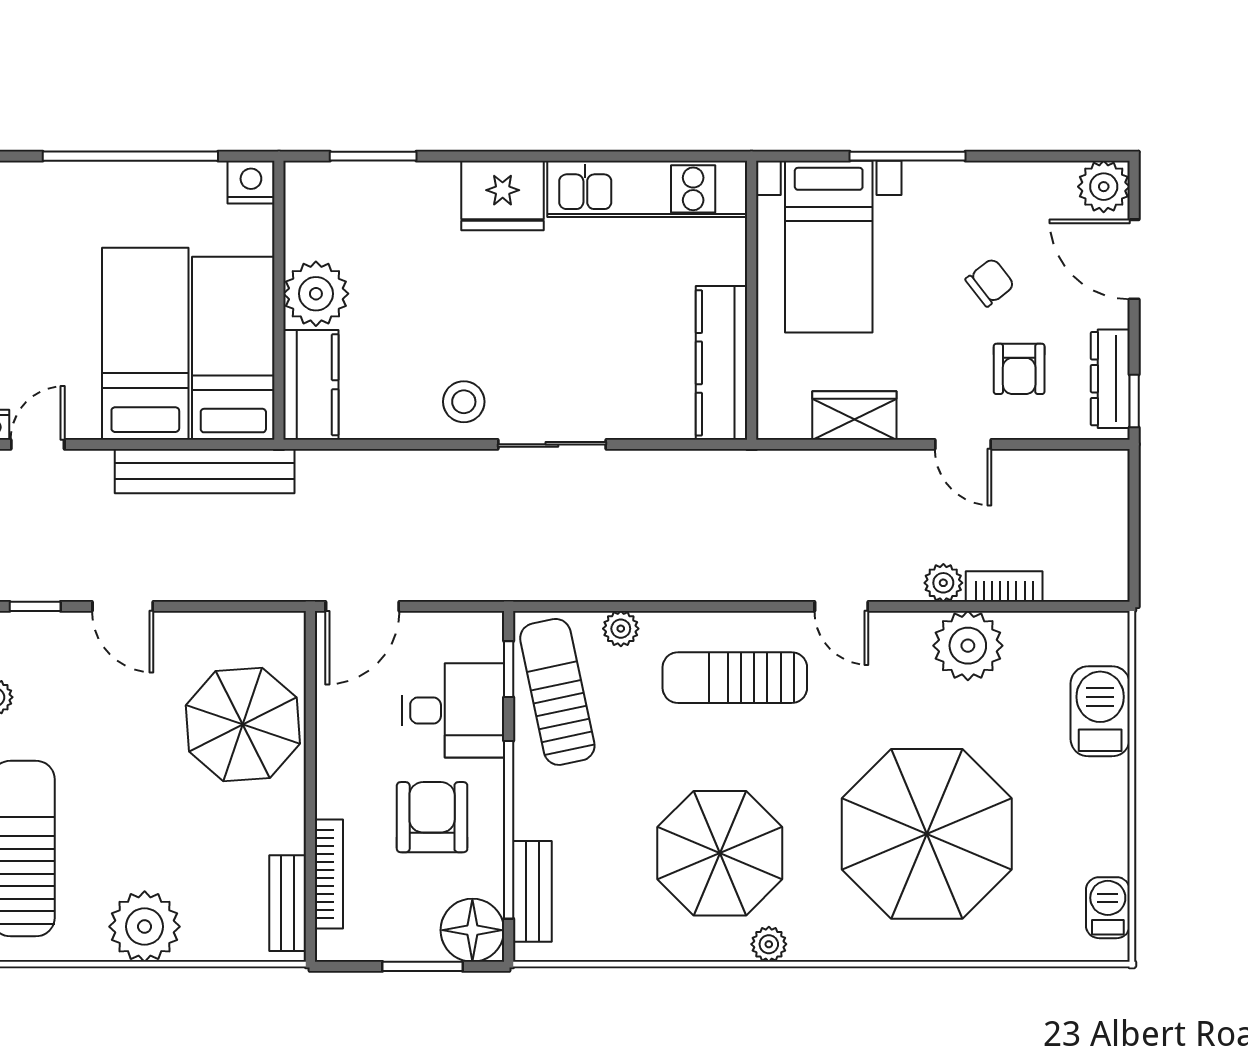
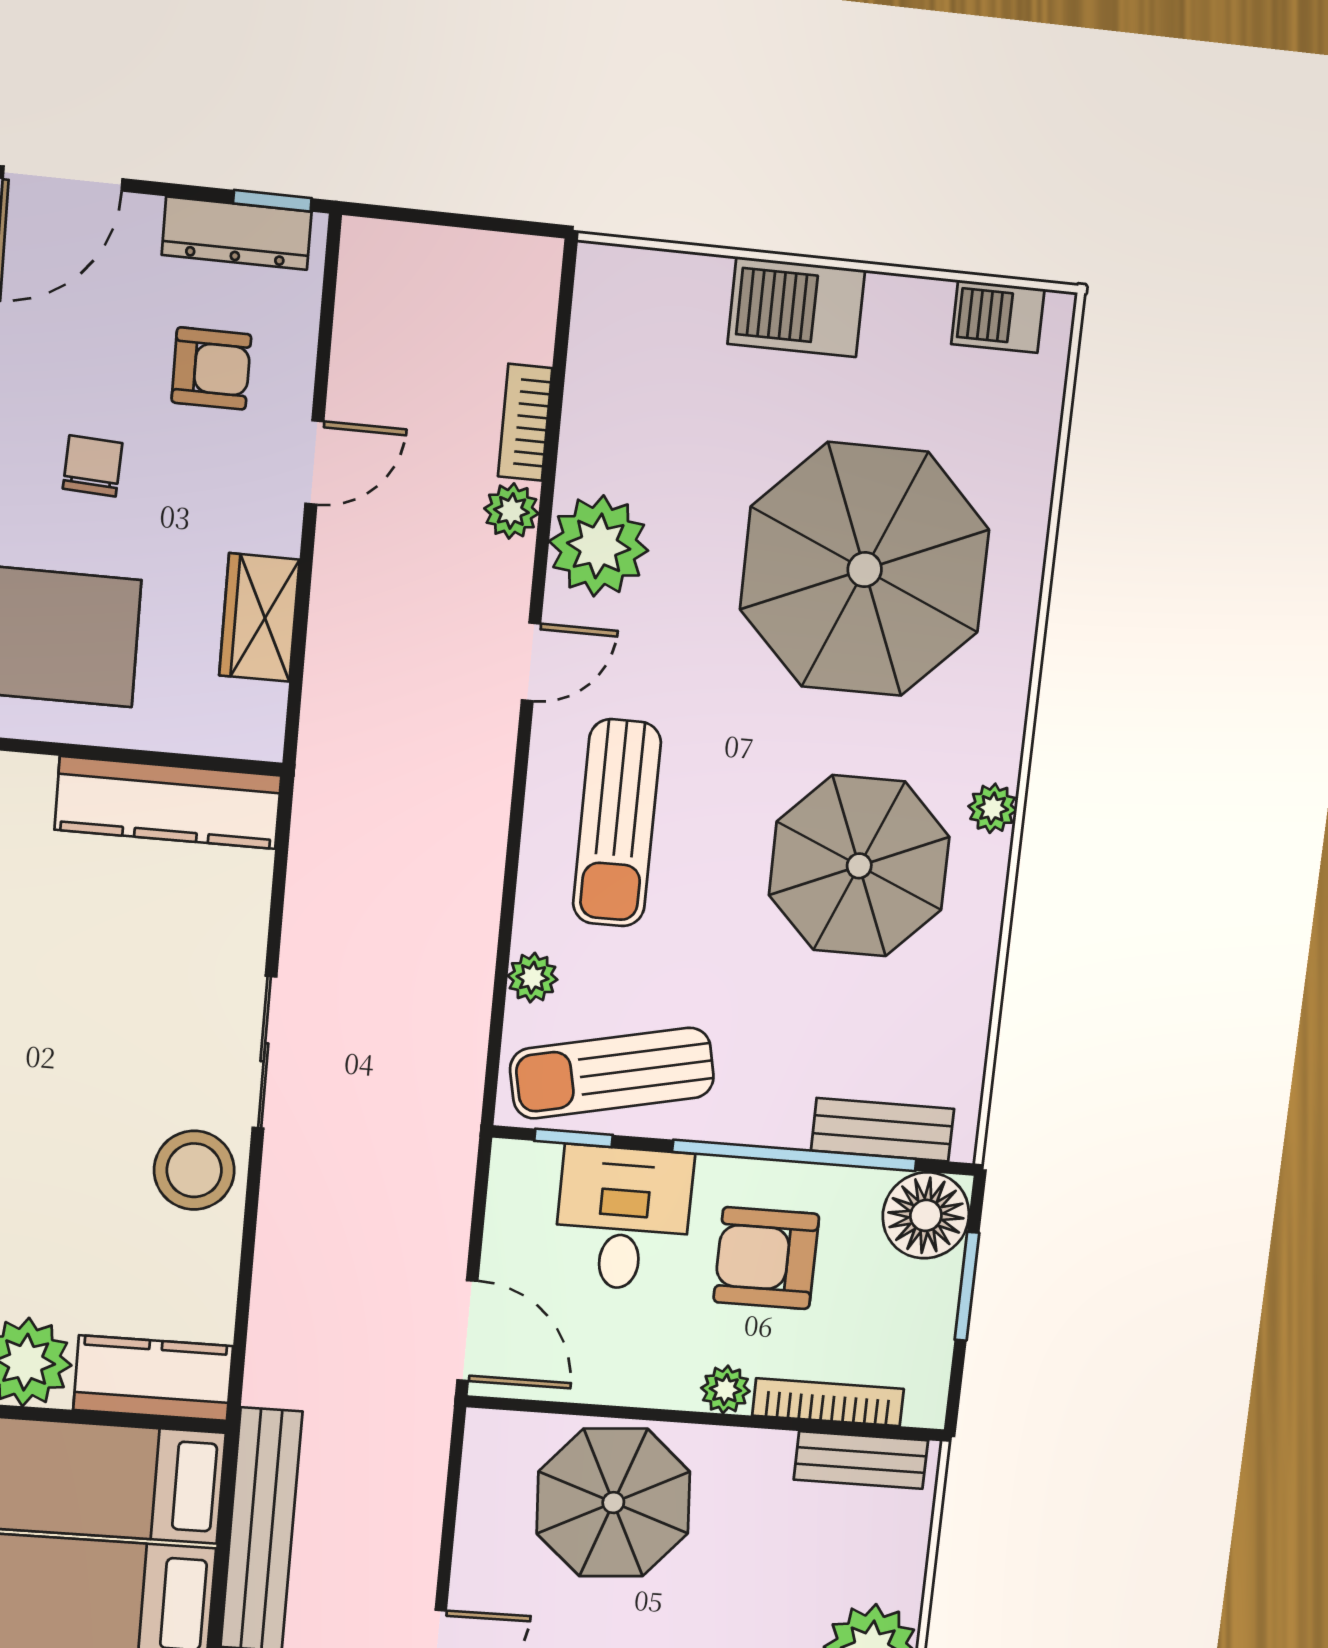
chair: (990, 282) -> (93, 466), moved, turned 41
stool: (464, 402) -> (194, 1170), width x1.38, depth x1.38
plant: (968, 646) -> (599, 546), moved
barbecue: (1100, 711) -> (796, 307), moved
plant: (333, 798) -> (725, 1390), added

